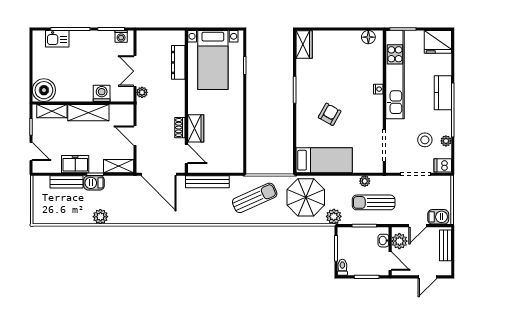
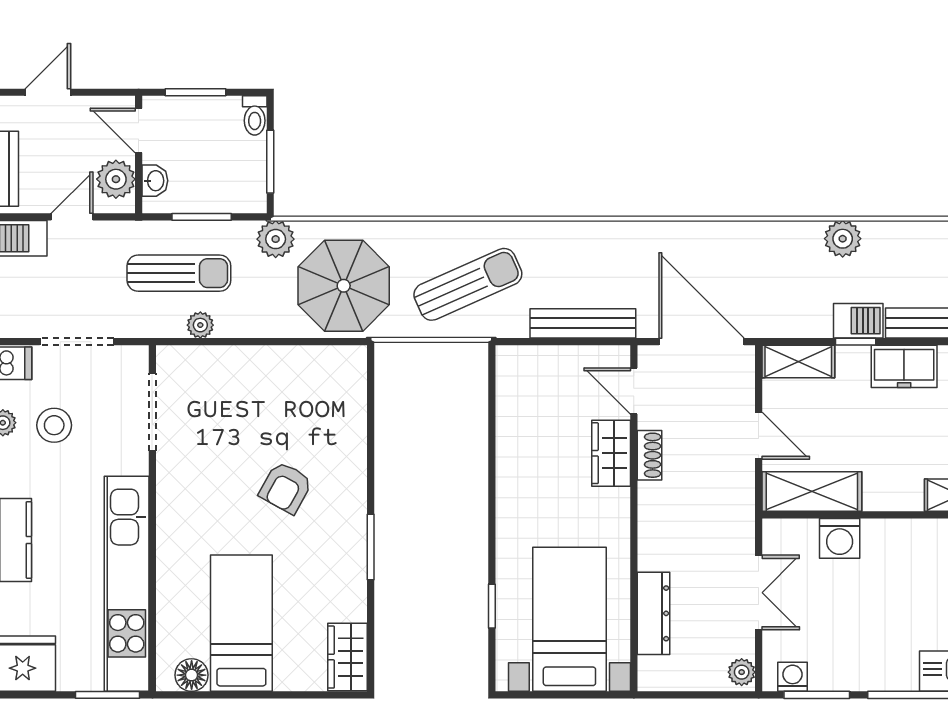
nightstand: (378, 89) -> (167, 549), removed
plant: (142, 92) -> (742, 672), moved
shelving: (88, 113) -> (812, 491), moved
bed: (324, 160) -> (241, 623), moved, turned 90
sun lounger: (255, 198) -> (468, 284), turned 180

